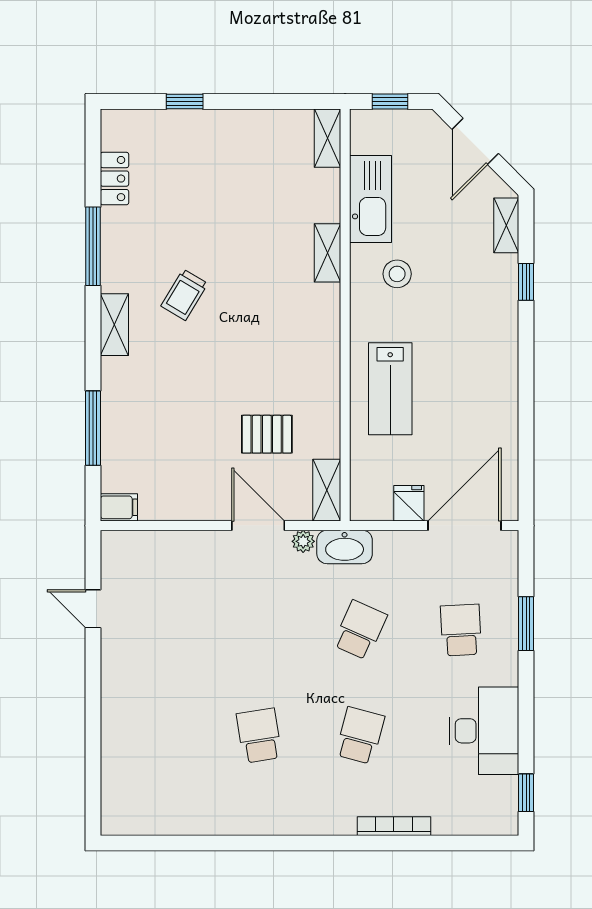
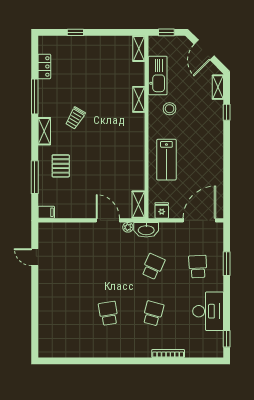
pallet: (267, 434) -> (61, 166), moved, turned 90
fridge: (409, 503) -> (162, 210), moved

